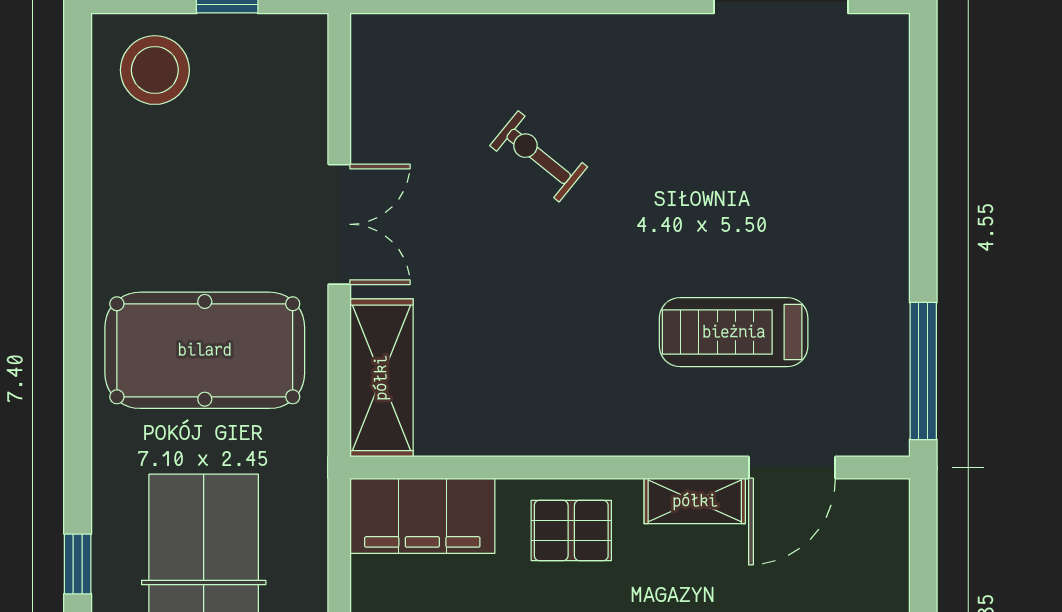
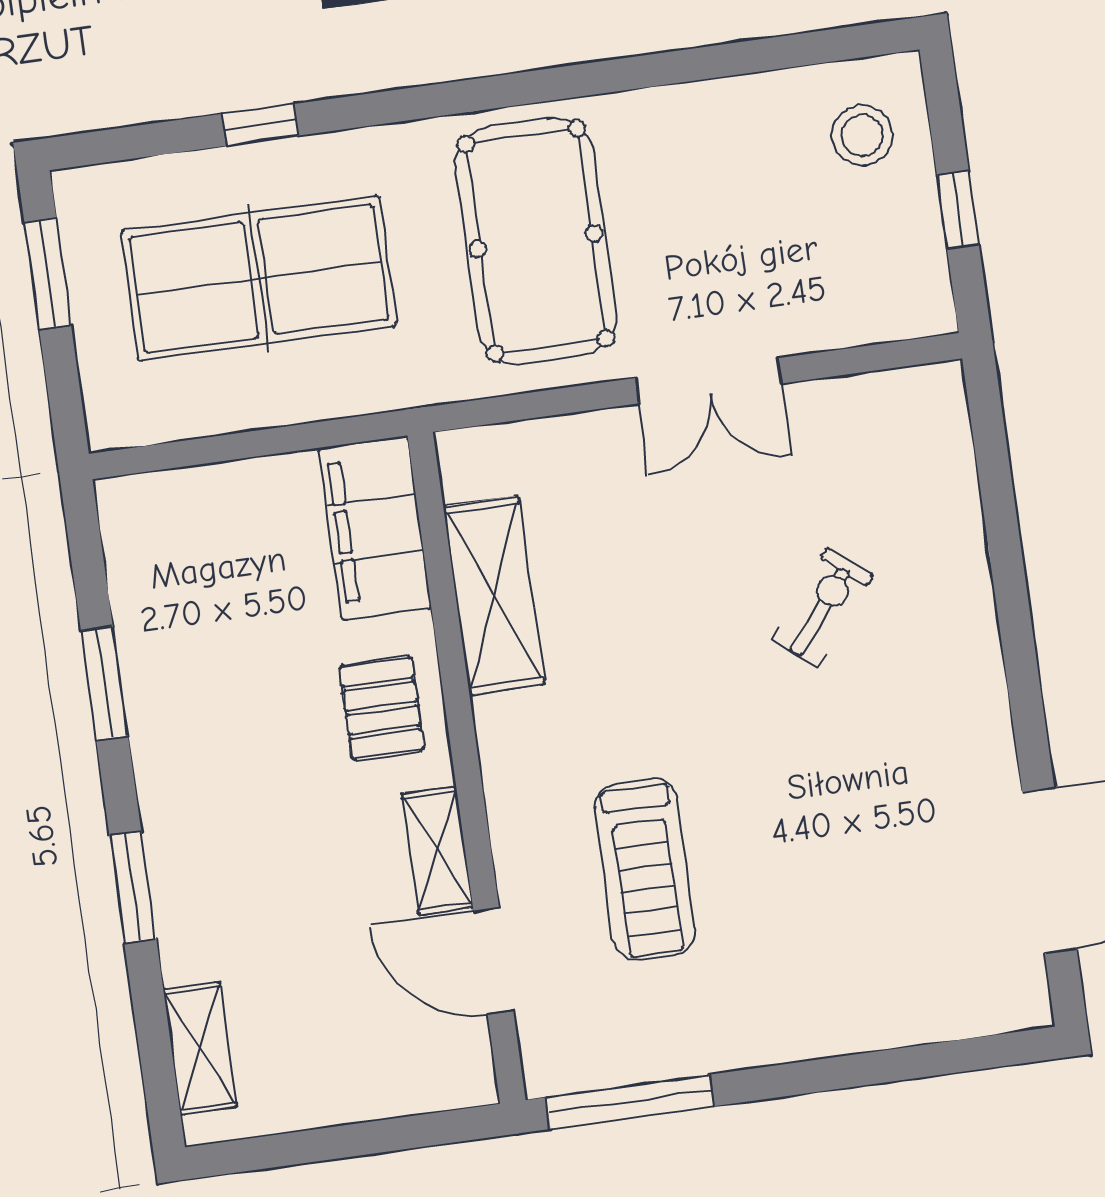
stool: (155, 70) -> (862, 135), width x0.73, depth x0.73
treadmill: (734, 332) -> (645, 869), turned 180
shelving: (381, 378) -> (494, 595), moved, turned 90

